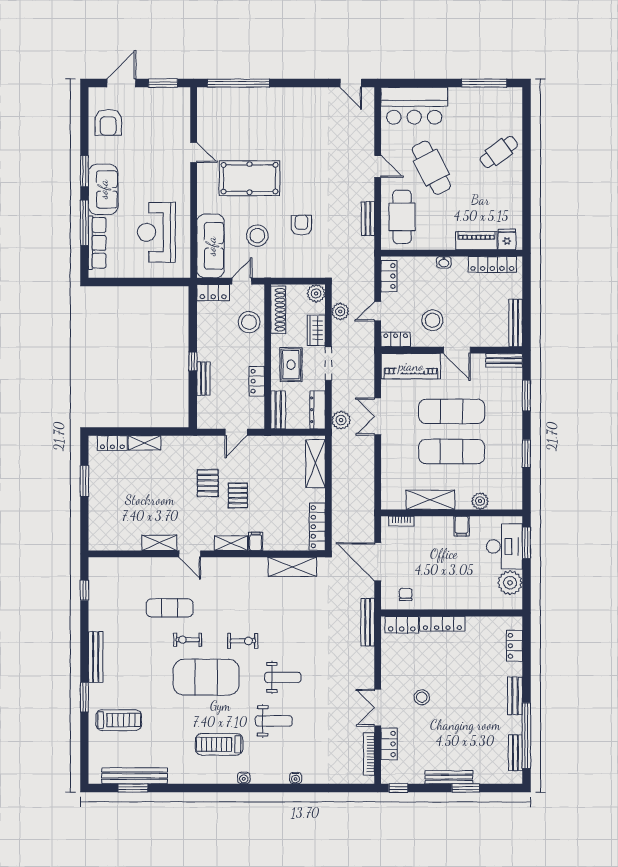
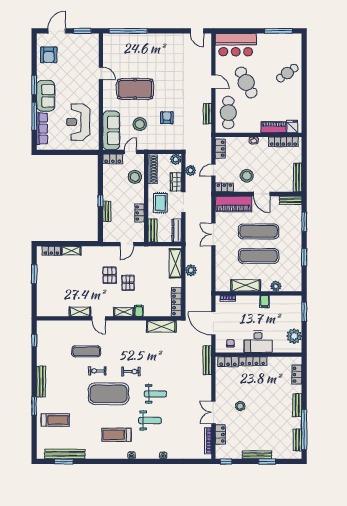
plant: (341, 420) -> (191, 270), moved
desk: (504, 546) -> (258, 342), moved, turned 90

